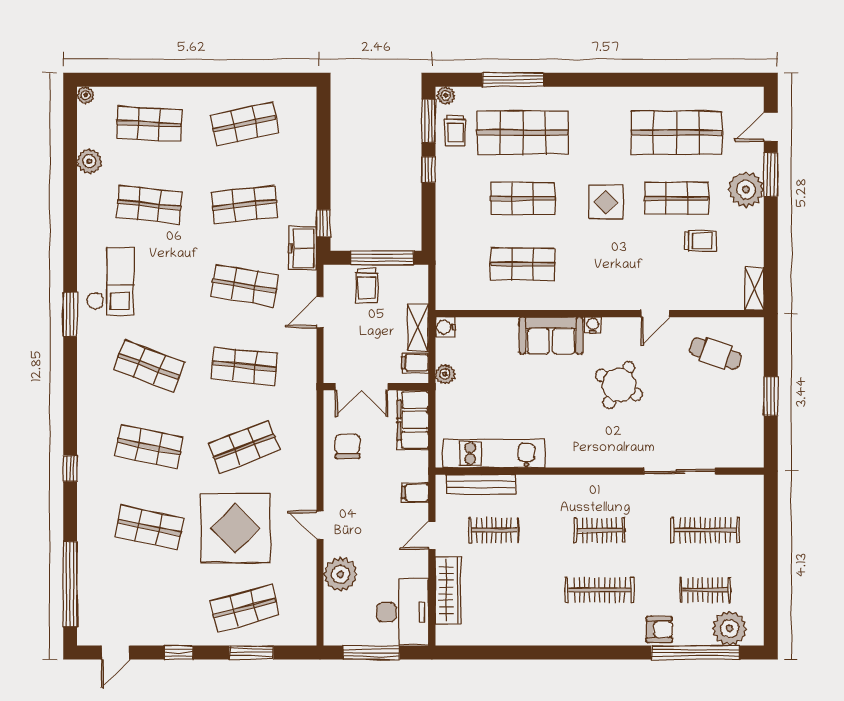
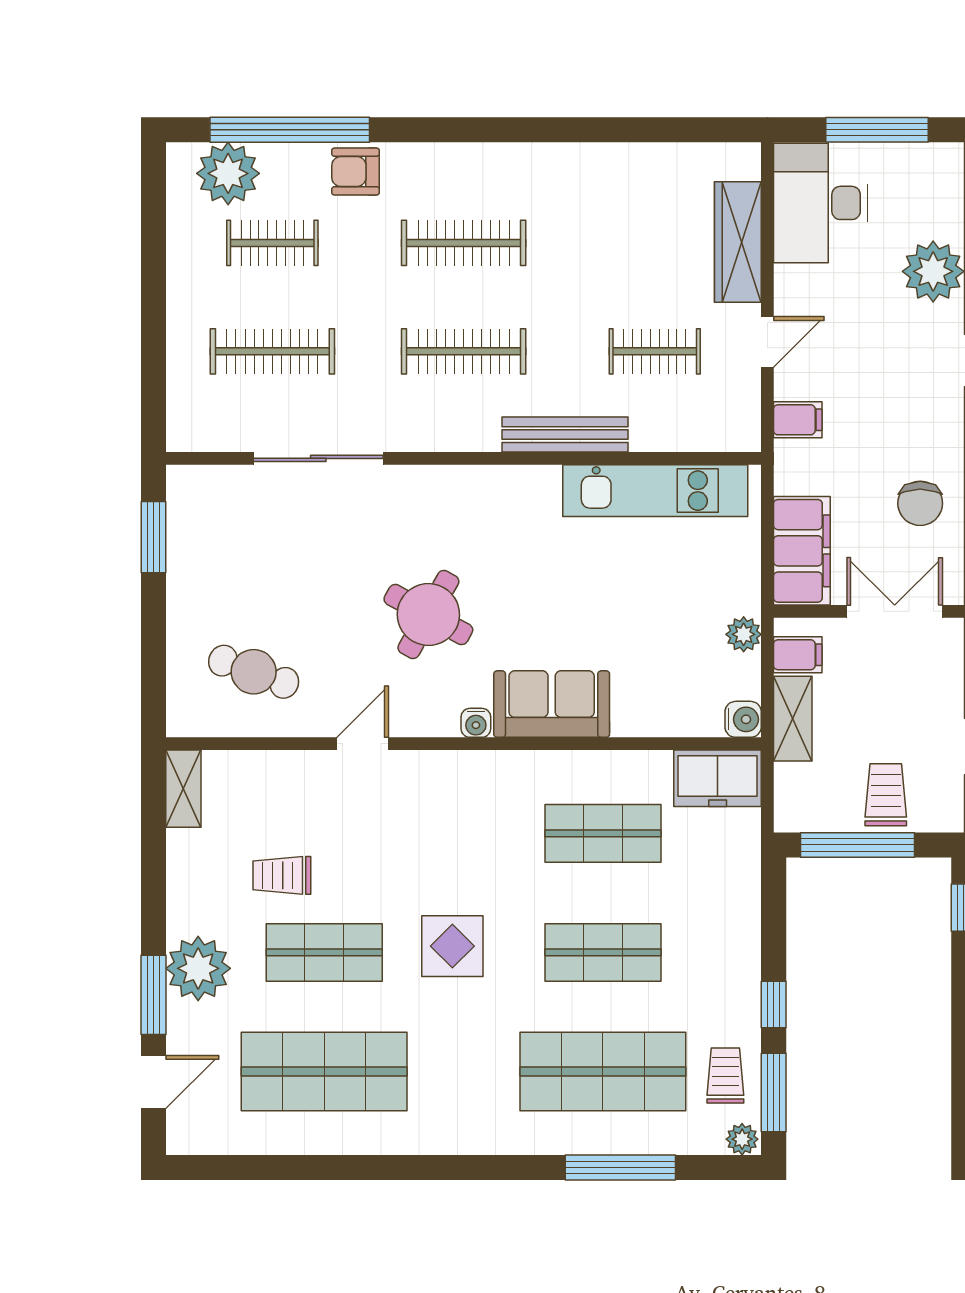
freezer: (459, 295) -> (718, 778), added
window: (771, 396) -> (153, 537), moved
bench: (481, 484) -> (565, 435), moved
clothes rail: (600, 530) -> (464, 351), width x1.36

